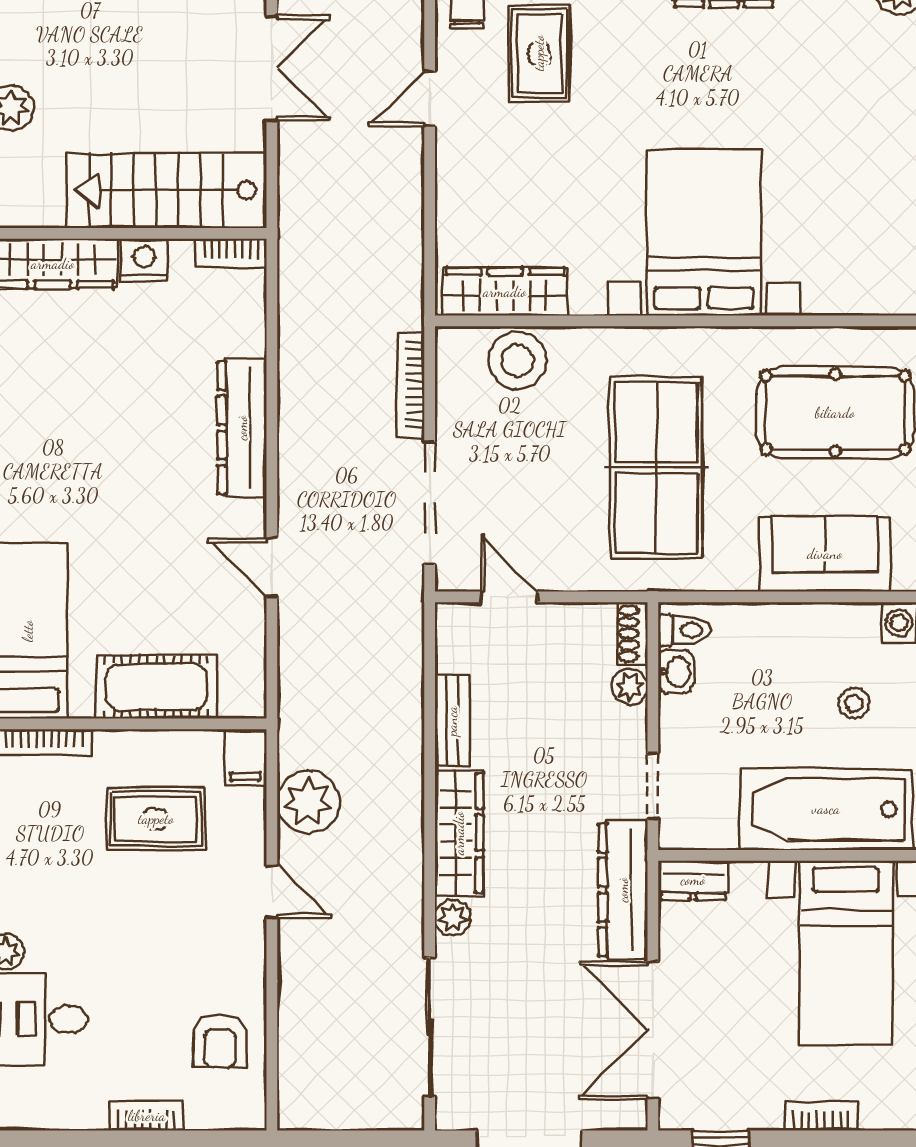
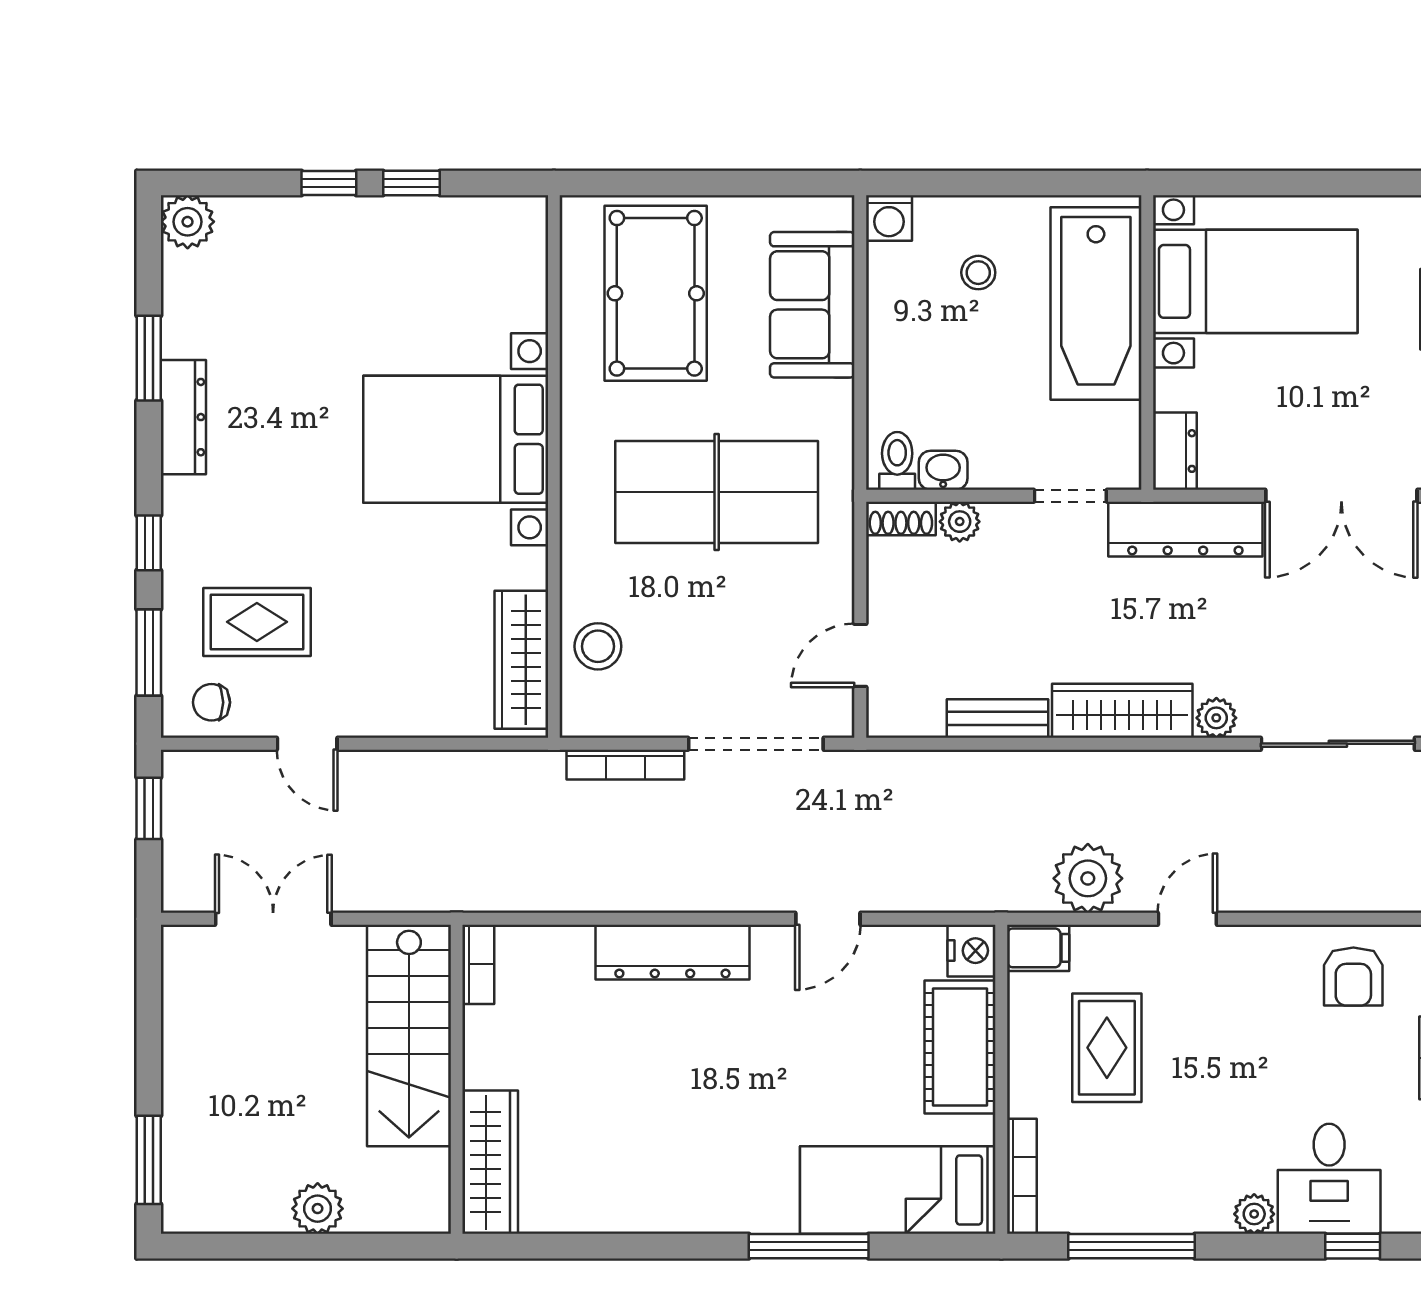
nightstand: (144, 260) -> (972, 951), moved, turned 180
stool: (517, 361) -> (598, 646), width x0.73, depth x0.73
armchair: (220, 1041) -> (1353, 977), turned 90

